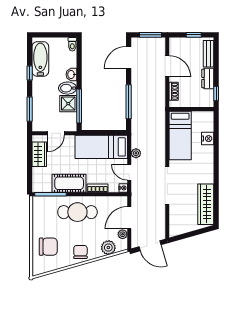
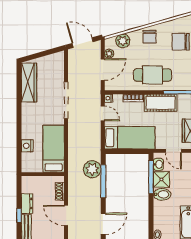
washbasin: (71, 74) -> (158, 164), moved
window: (216, 94) -> (19, 215), moved
door: (56, 133) -> (173, 151), swing flipped
plant: (136, 153) -> (92, 169), moved, width x1.88, depth x1.88

